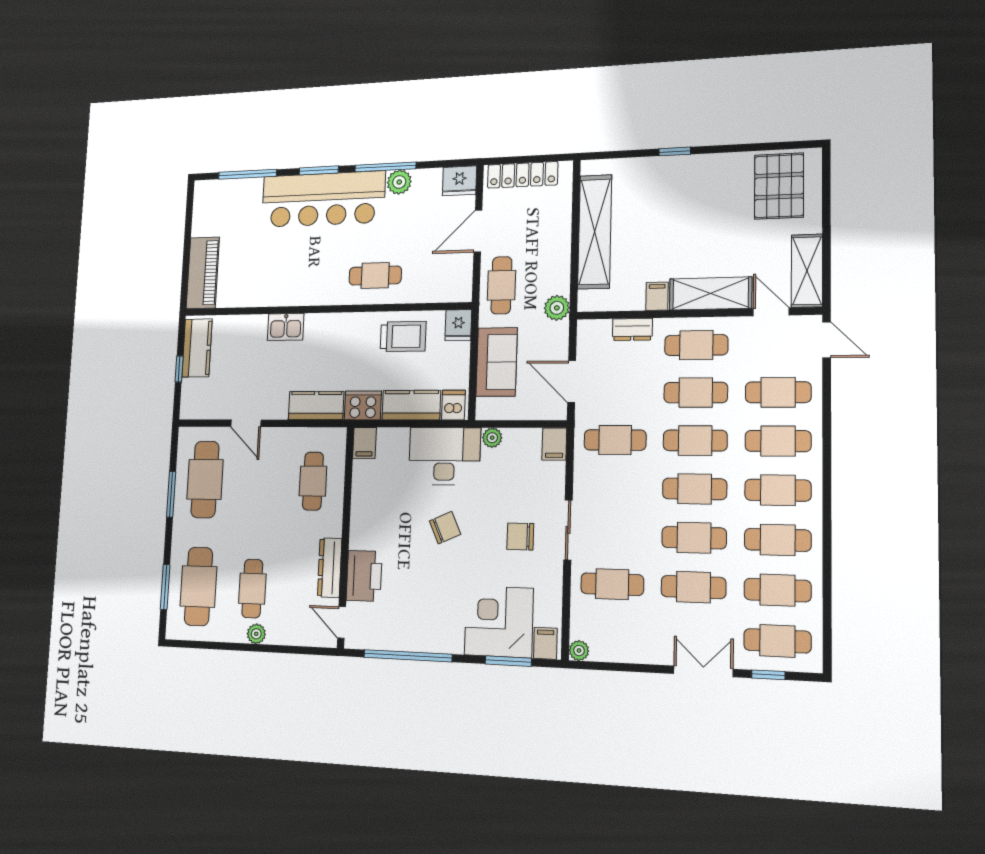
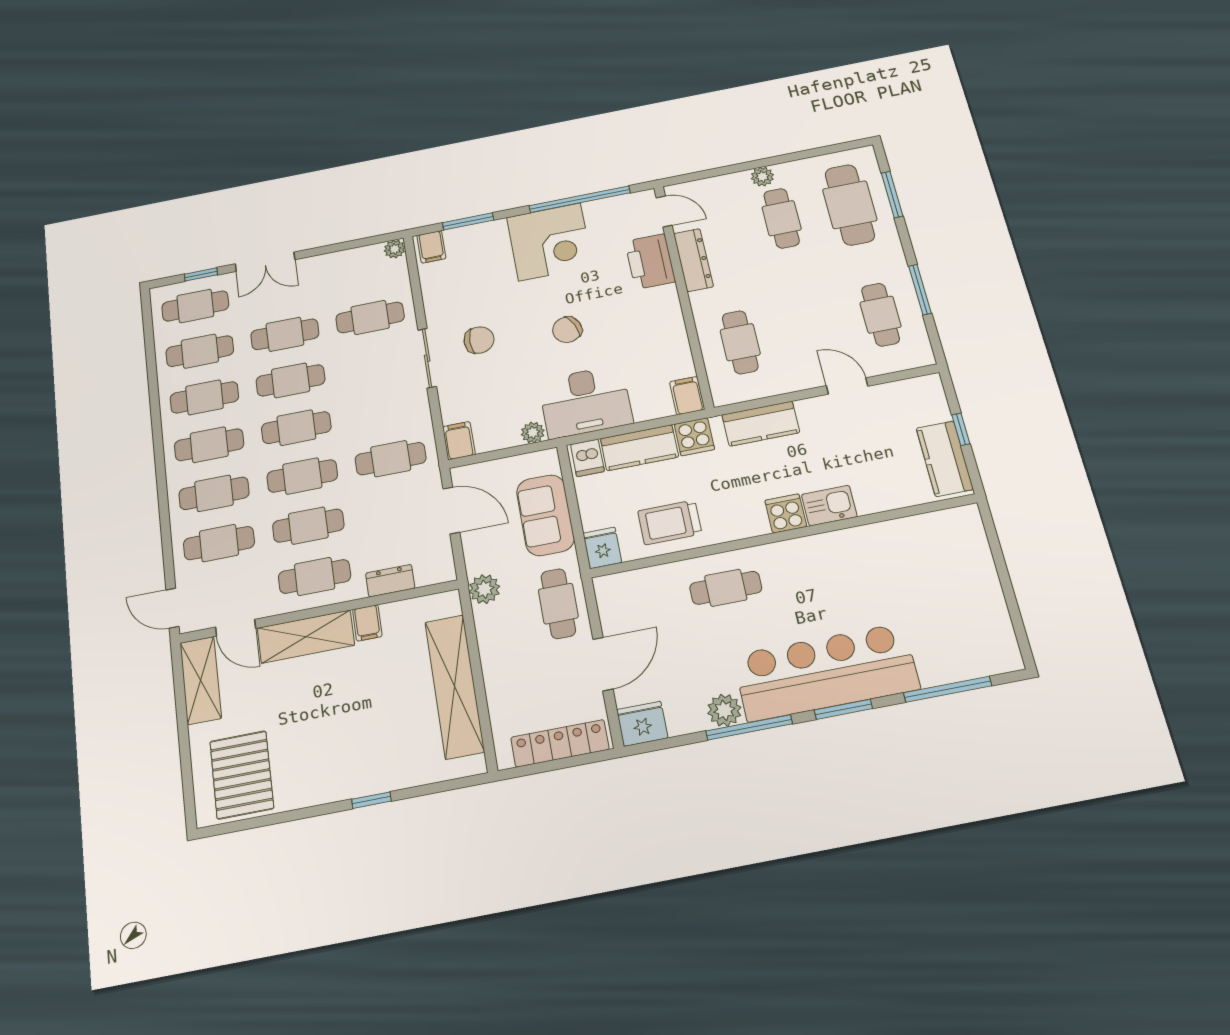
piano: (203, 273) -> (969, 551), removed
cooker: (318, 327) -> (786, 513), added
cooker: (363, 405) -> (694, 437), width x0.73
cafe table: (205, 479) -> (881, 315), width x0.73, depth x0.74
corner desk: (499, 622) -> (550, 242), moved

